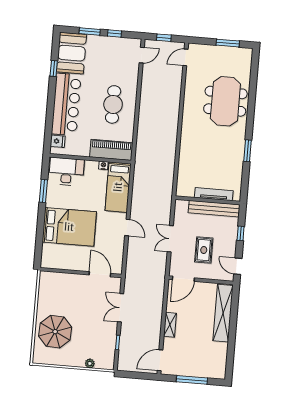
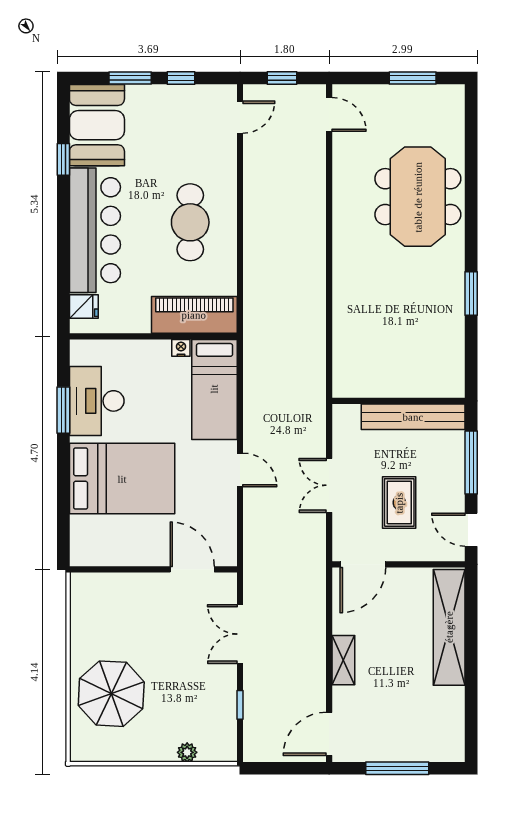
door: (185, 57) -> (329, 114), swing flipped
desk: (66, 172) -> (97, 401), moved, turned -90
tv unit: (214, 194) -> (410, 387), removed
window: (241, 233) -> (471, 463), width x2.17

